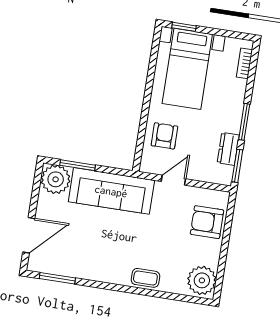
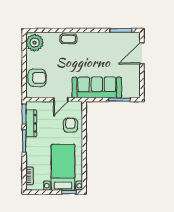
armchair: (164, 136) -> (70, 125), turned 180
dresser: (228, 149) -> (31, 123), width x1.44
plant: (56, 179) -> (131, 89), removed

